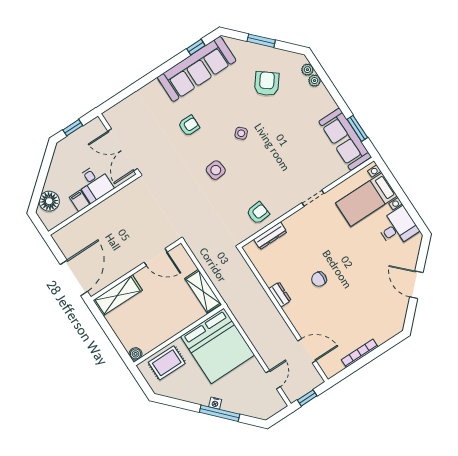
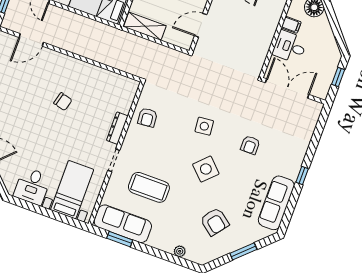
window: (196, 47) -> (302, 175), moved
sofa: (197, 69) -> (276, 203), width x0.74, depth x0.79
plant: (307, 70) -> (191, 256), removed
side table: (241, 133) -> (206, 169), width x1.87, depth x1.87
coffee table: (300, 153) -> (149, 187), added
dresser: (270, 236) -> (117, 128), moved
chair: (319, 279) -> (63, 102), turned 105
dresser: (280, 295) -> (84, 67), removed

